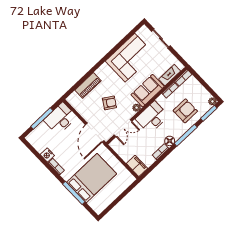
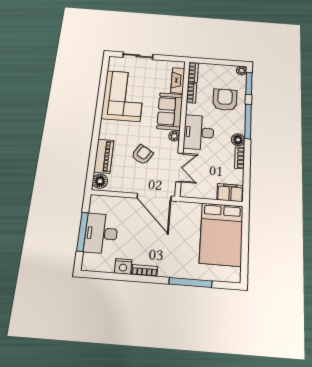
floor lamp: (74, 98) -> (100, 181), added
desk: (60, 119) -> (101, 233), moved
bed: (92, 178) -> (221, 234), moved, turned 180

